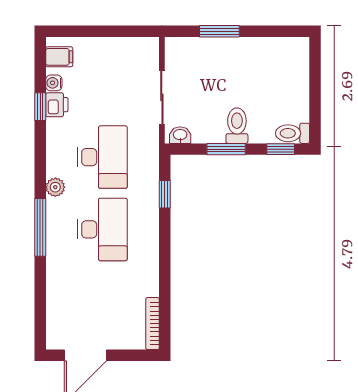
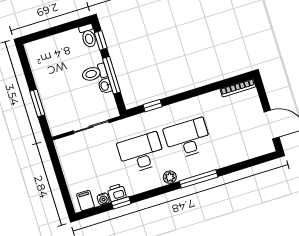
washbasin: (180, 135) -> (105, 86), moved
window: (226, 149) -> (112, 75), width x1.44

